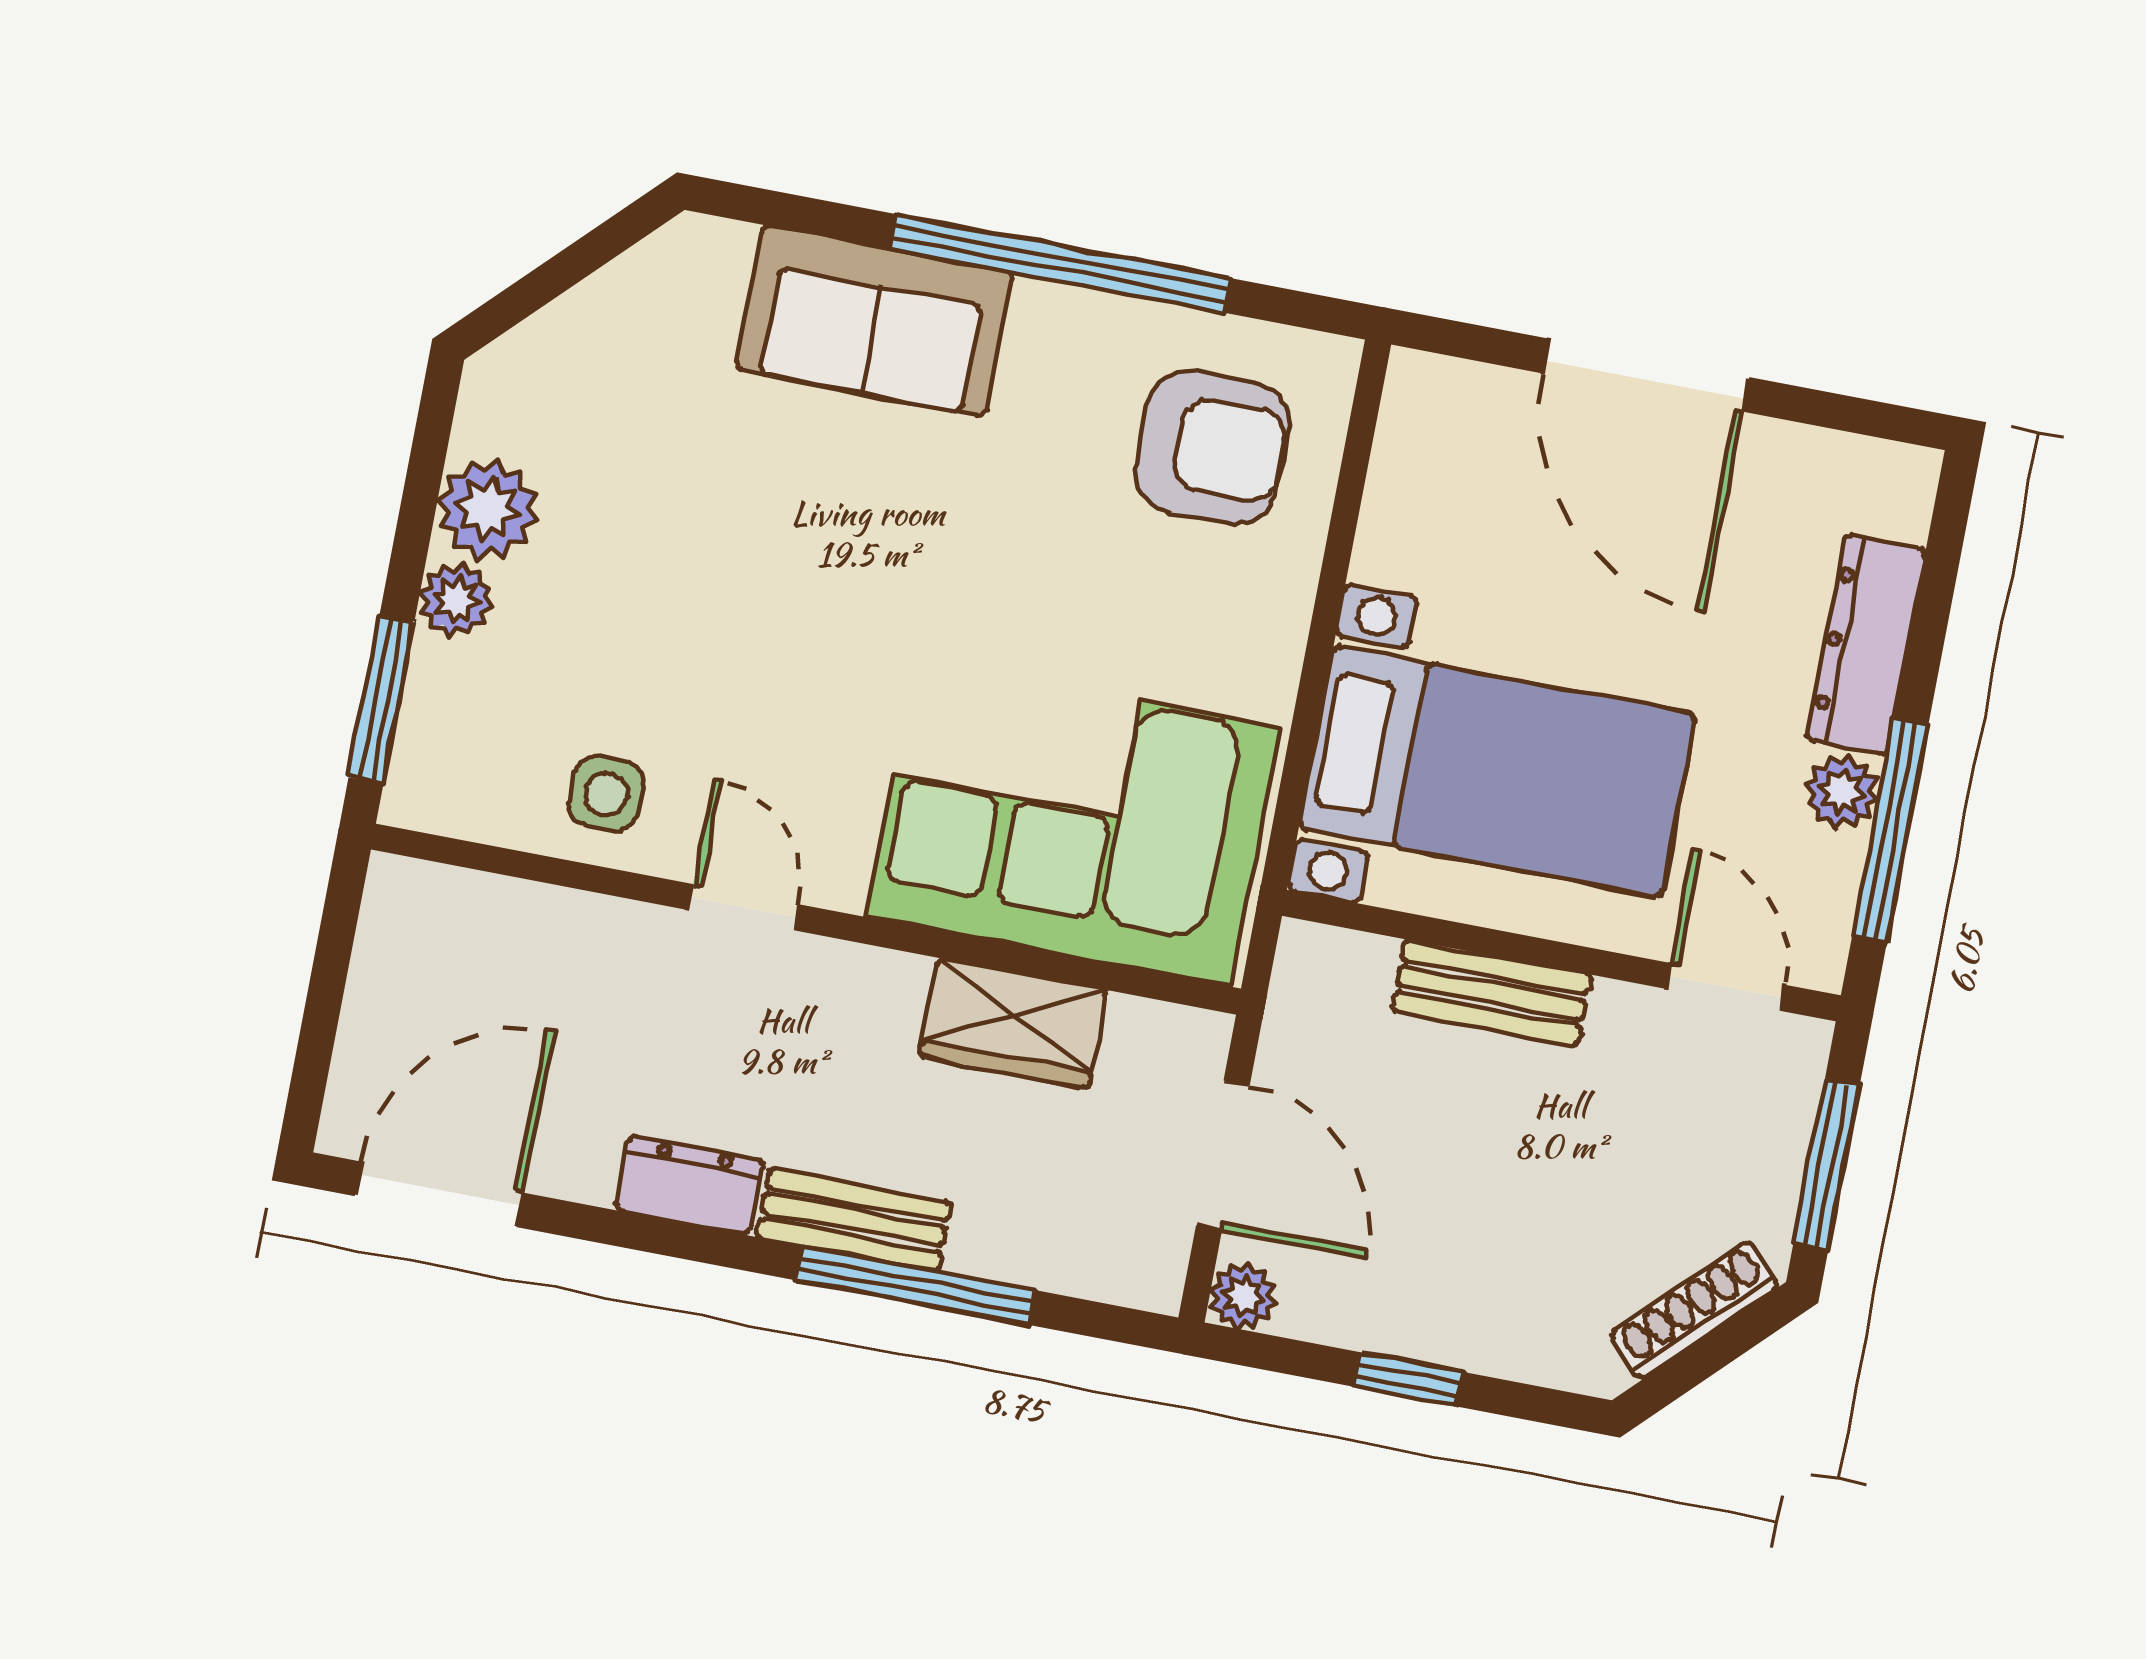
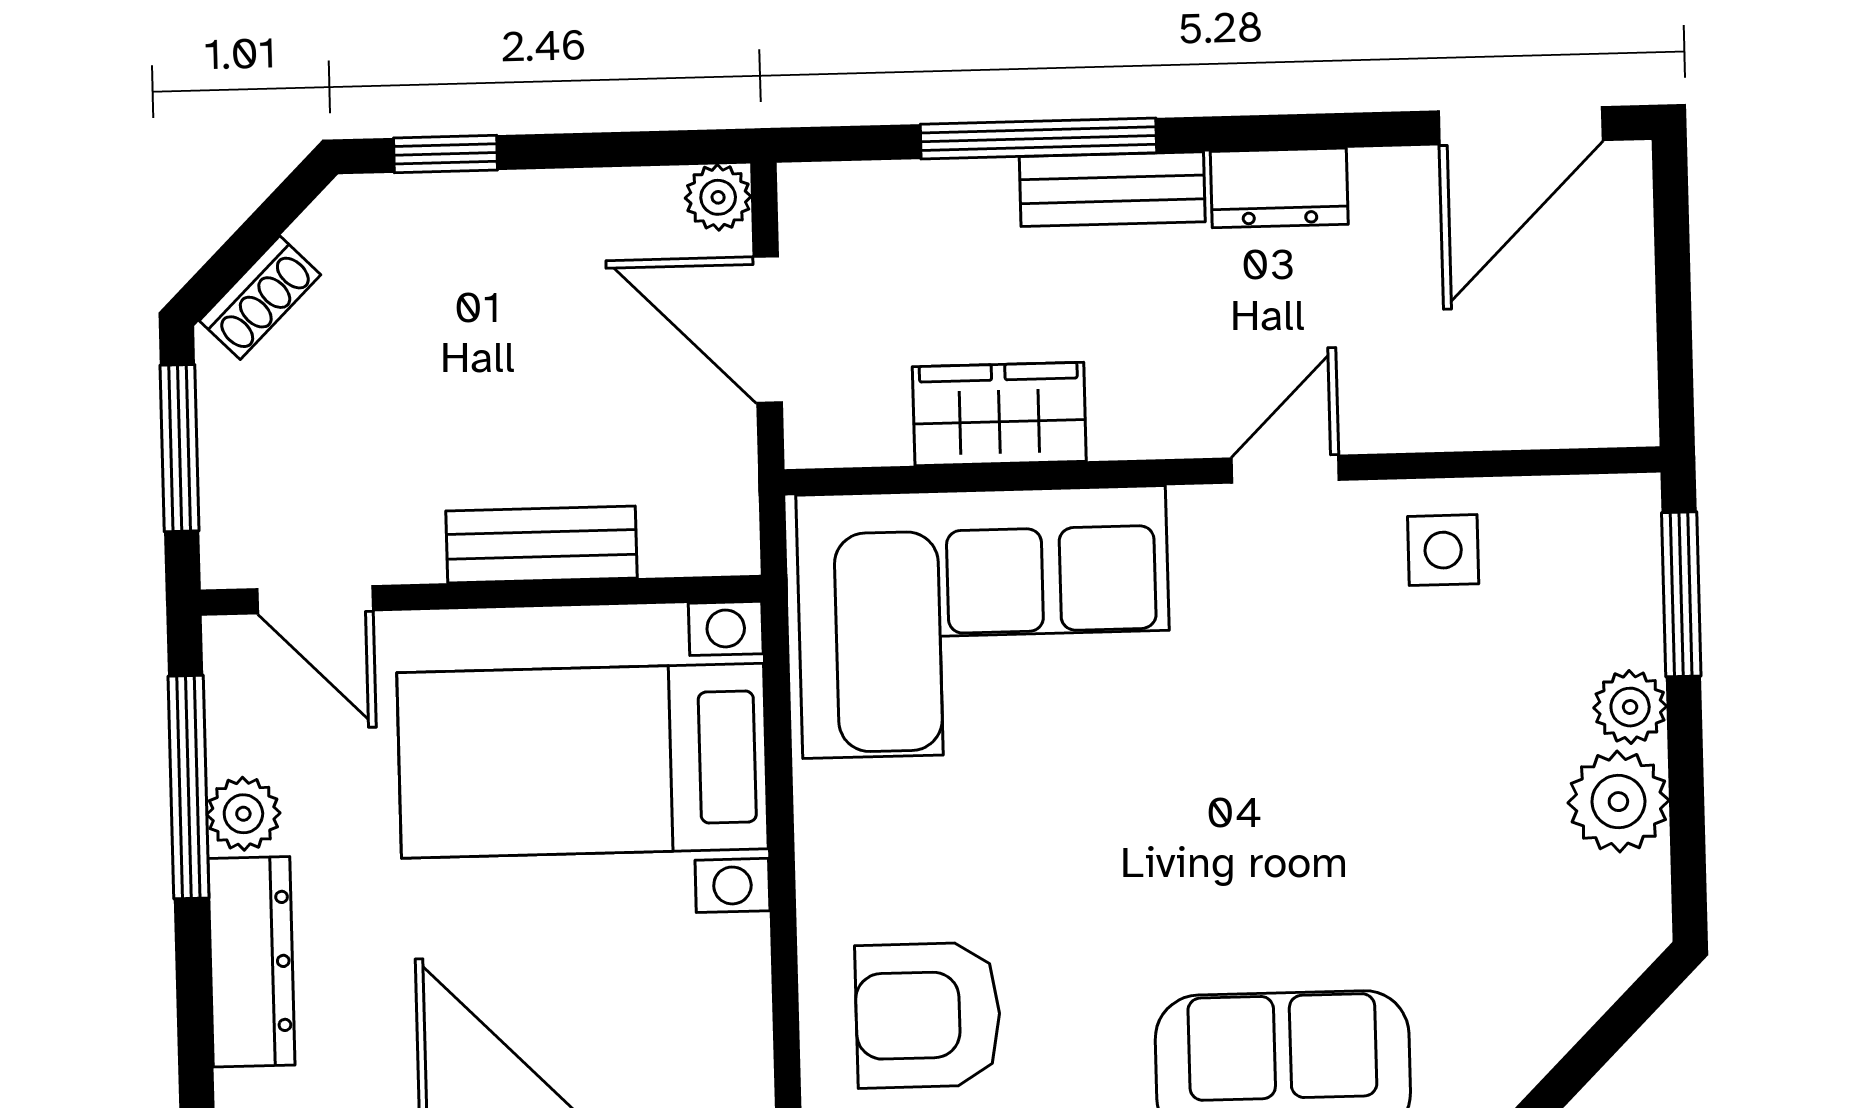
door: (744, 907) -> (1285, 469), swing flipped
shoe rack: (1694, 1310) -> (260, 298), width x0.70
window: (1409, 1379) -> (445, 154), moved

